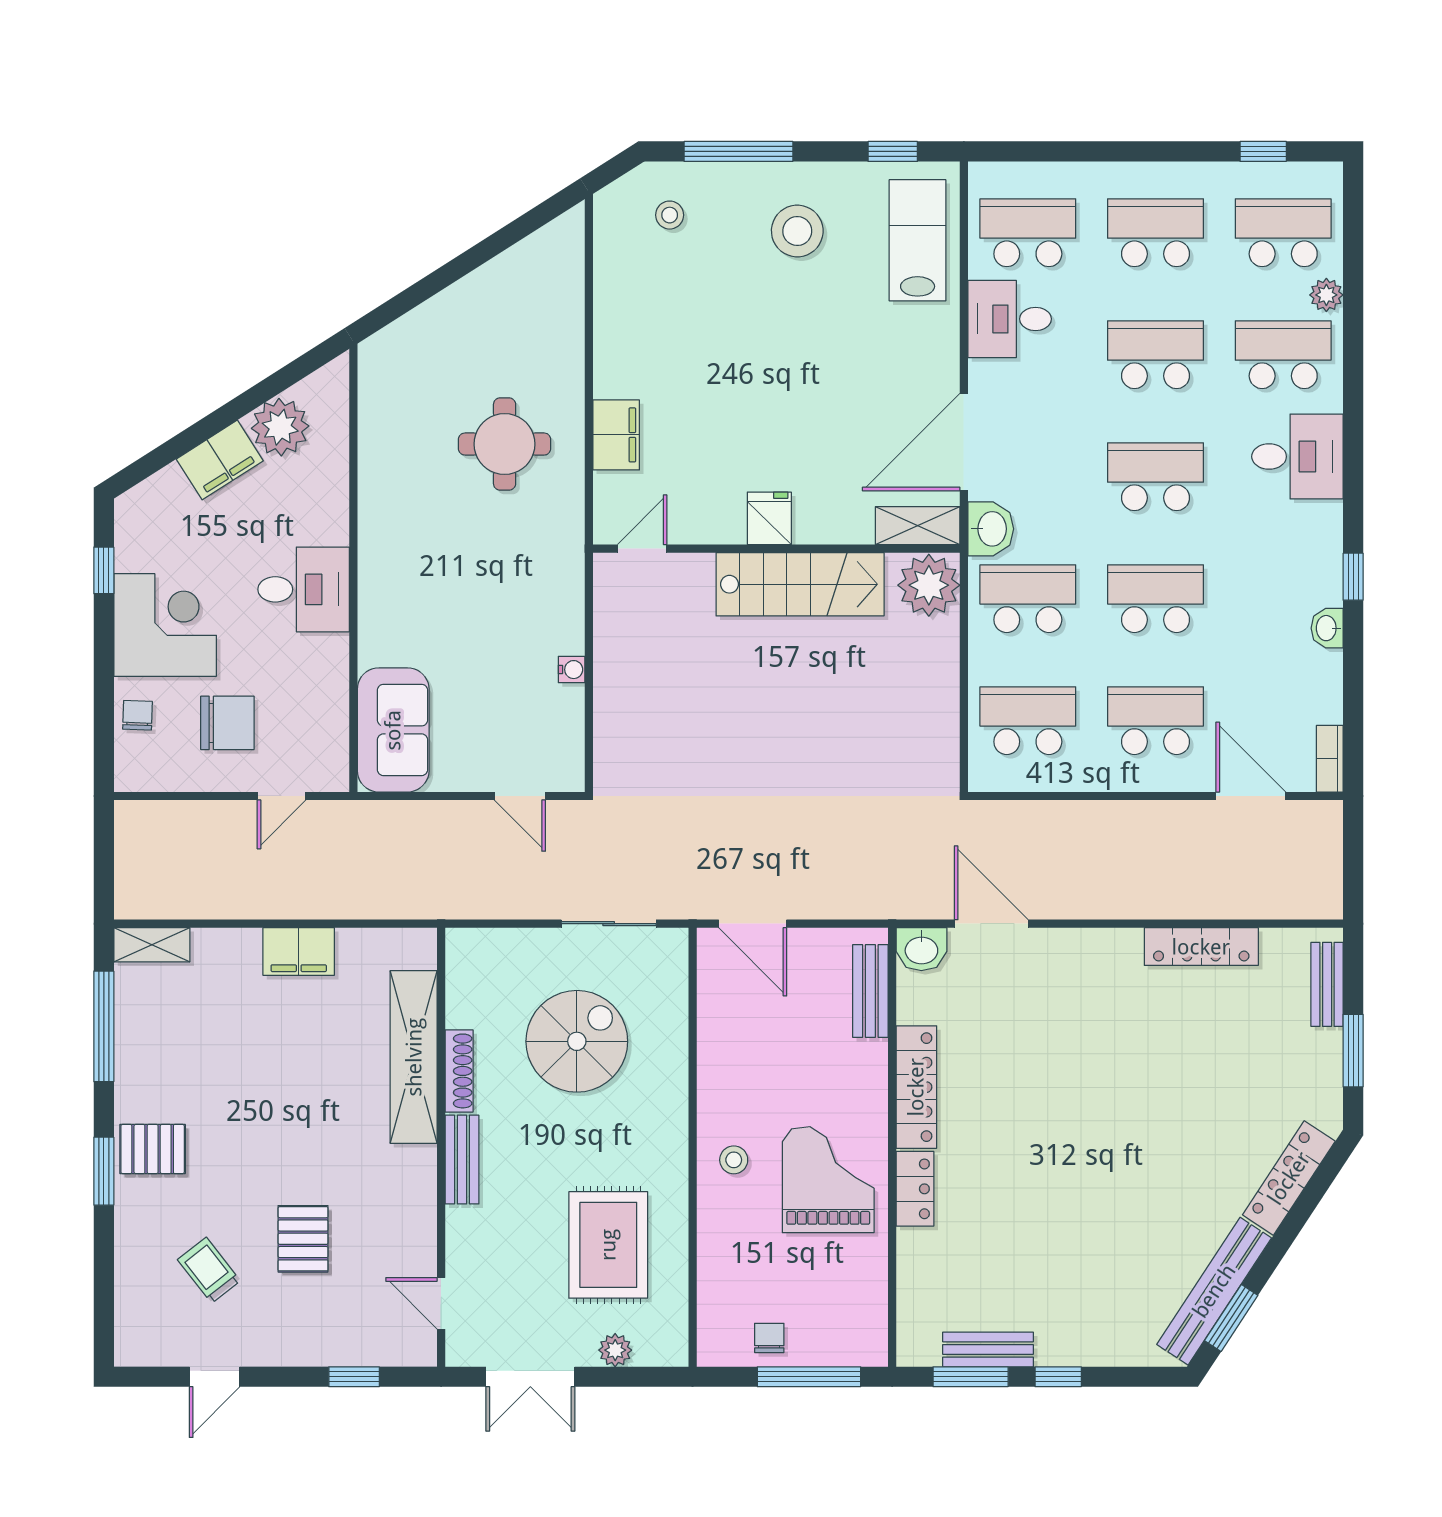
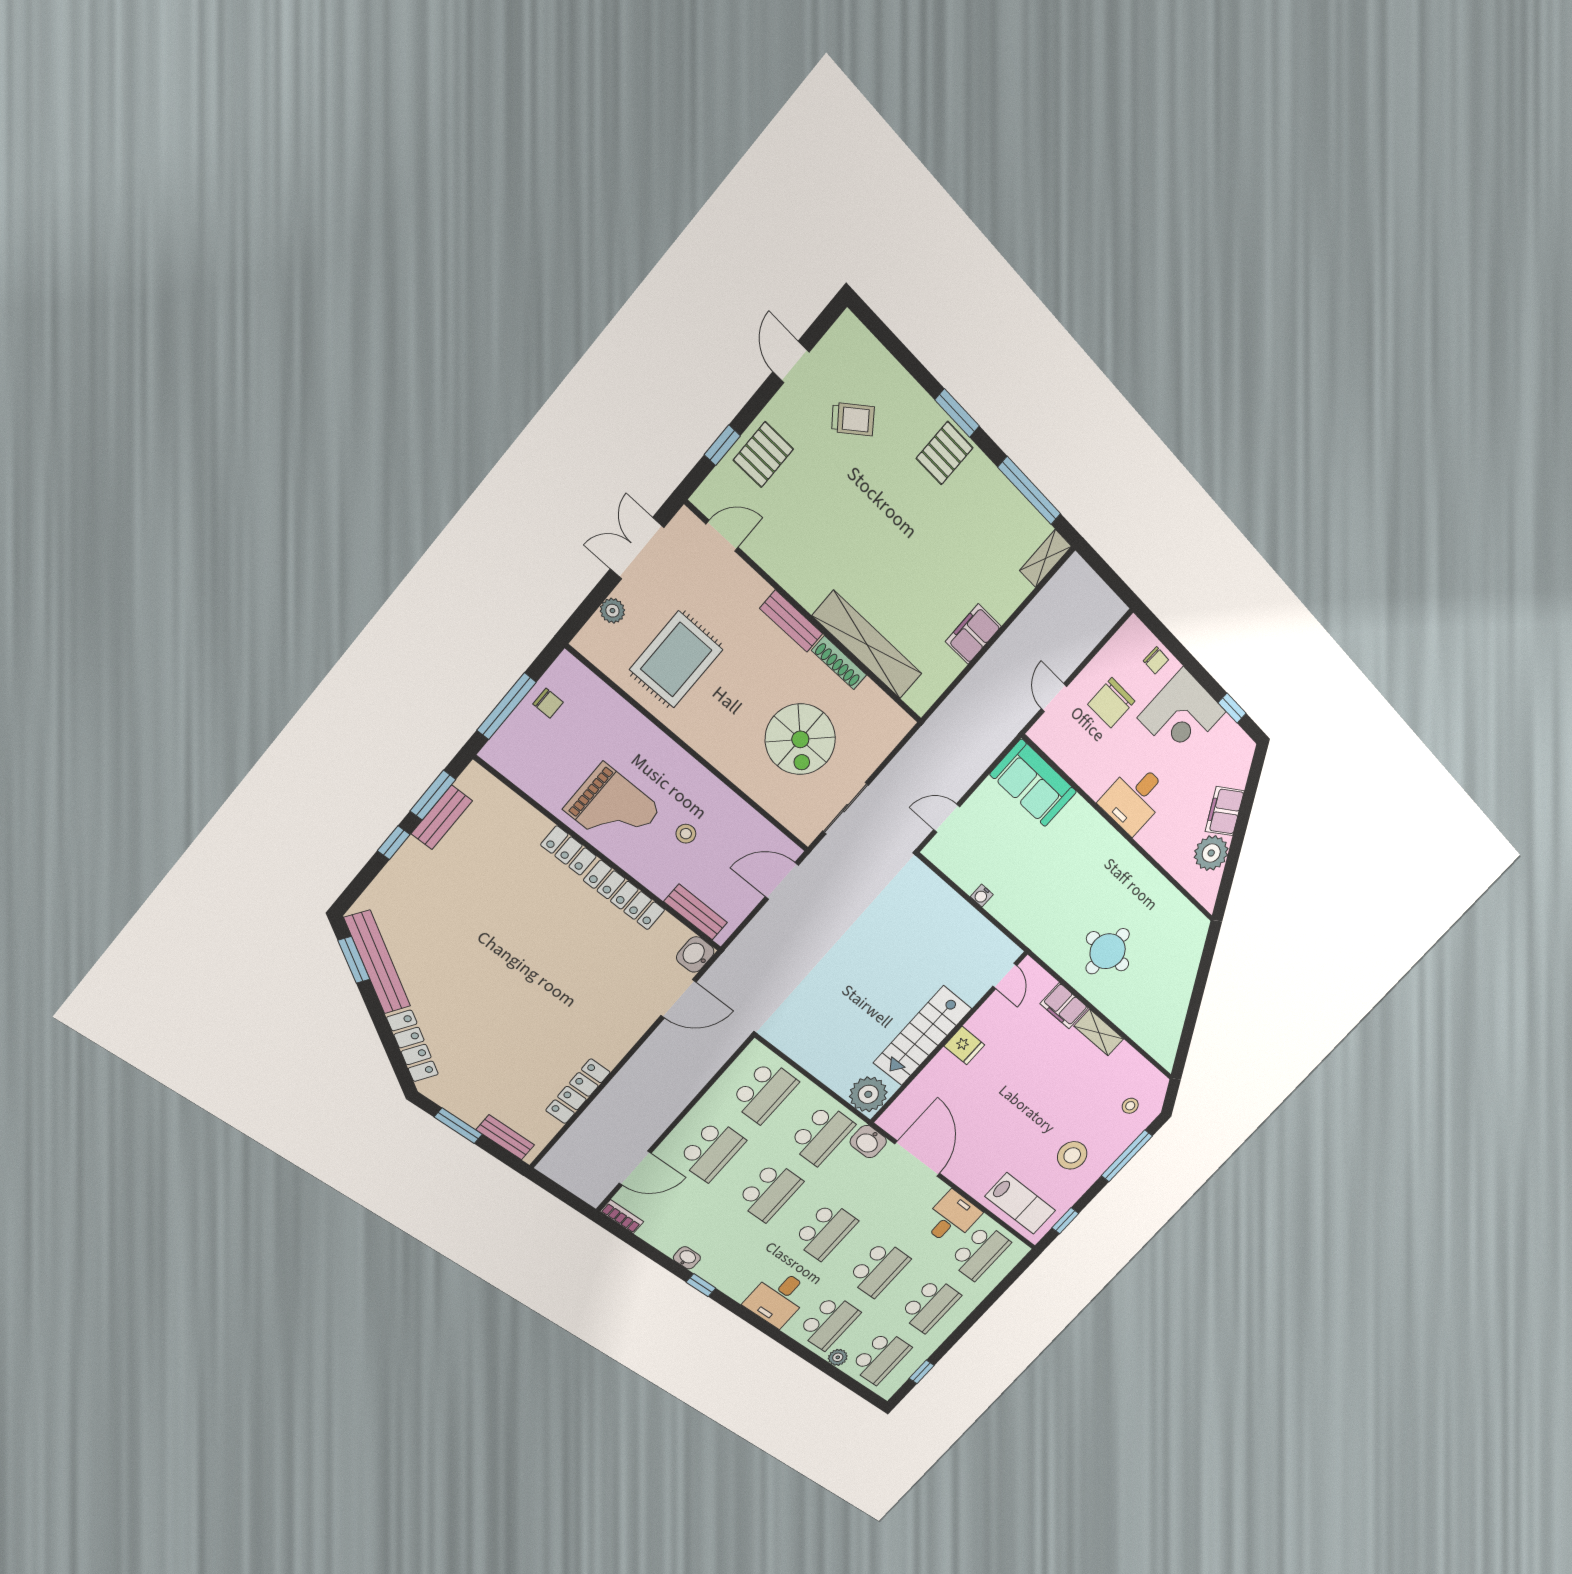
shelving: (918, 526) -> (1099, 1033), moved, turned 90
stool: (734, 1160) -> (686, 834), moved
pallet: (303, 1239) -> (763, 455), moved, turned 90
rug: (608, 1245) -> (676, 660), turned 90

